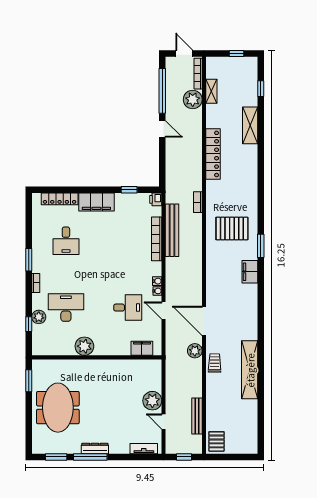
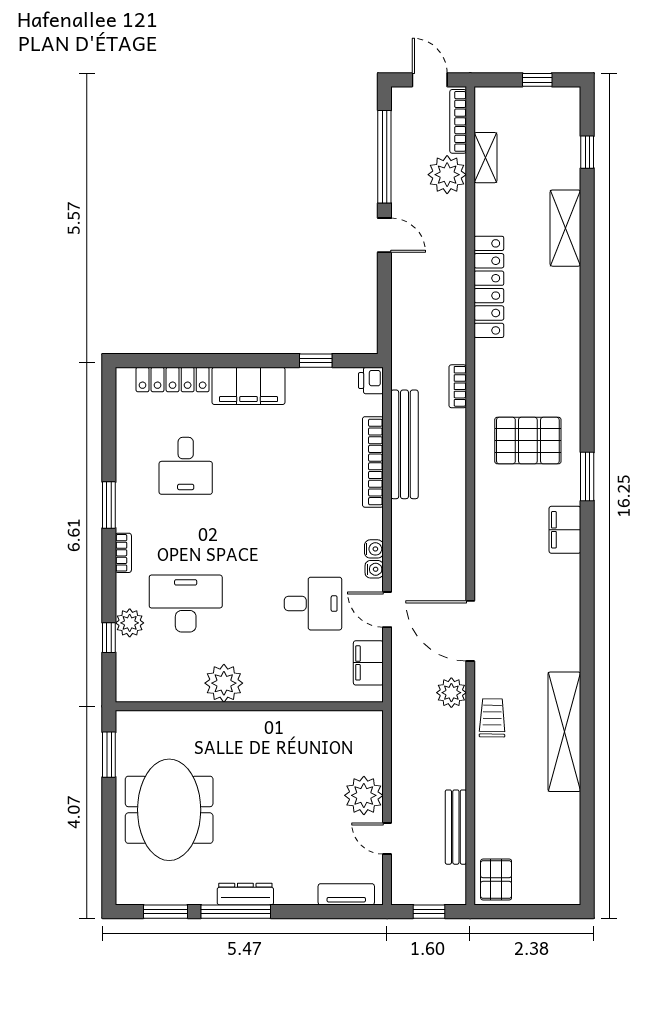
filing cabinet: (142, 348) -> (368, 663), moved, turned -90

